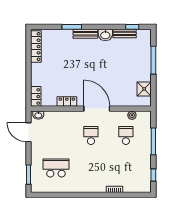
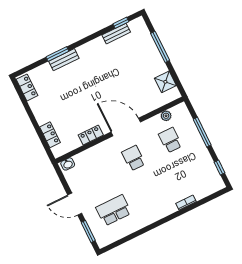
bench: (85, 34) -> (64, 60), moved
washbasin: (105, 35) -> (97, 45), removed
locker: (36, 47) -> (27, 87), width x0.66
locker: (36, 96) -> (50, 135), moved
door: (29, 132) -> (75, 204), moved

